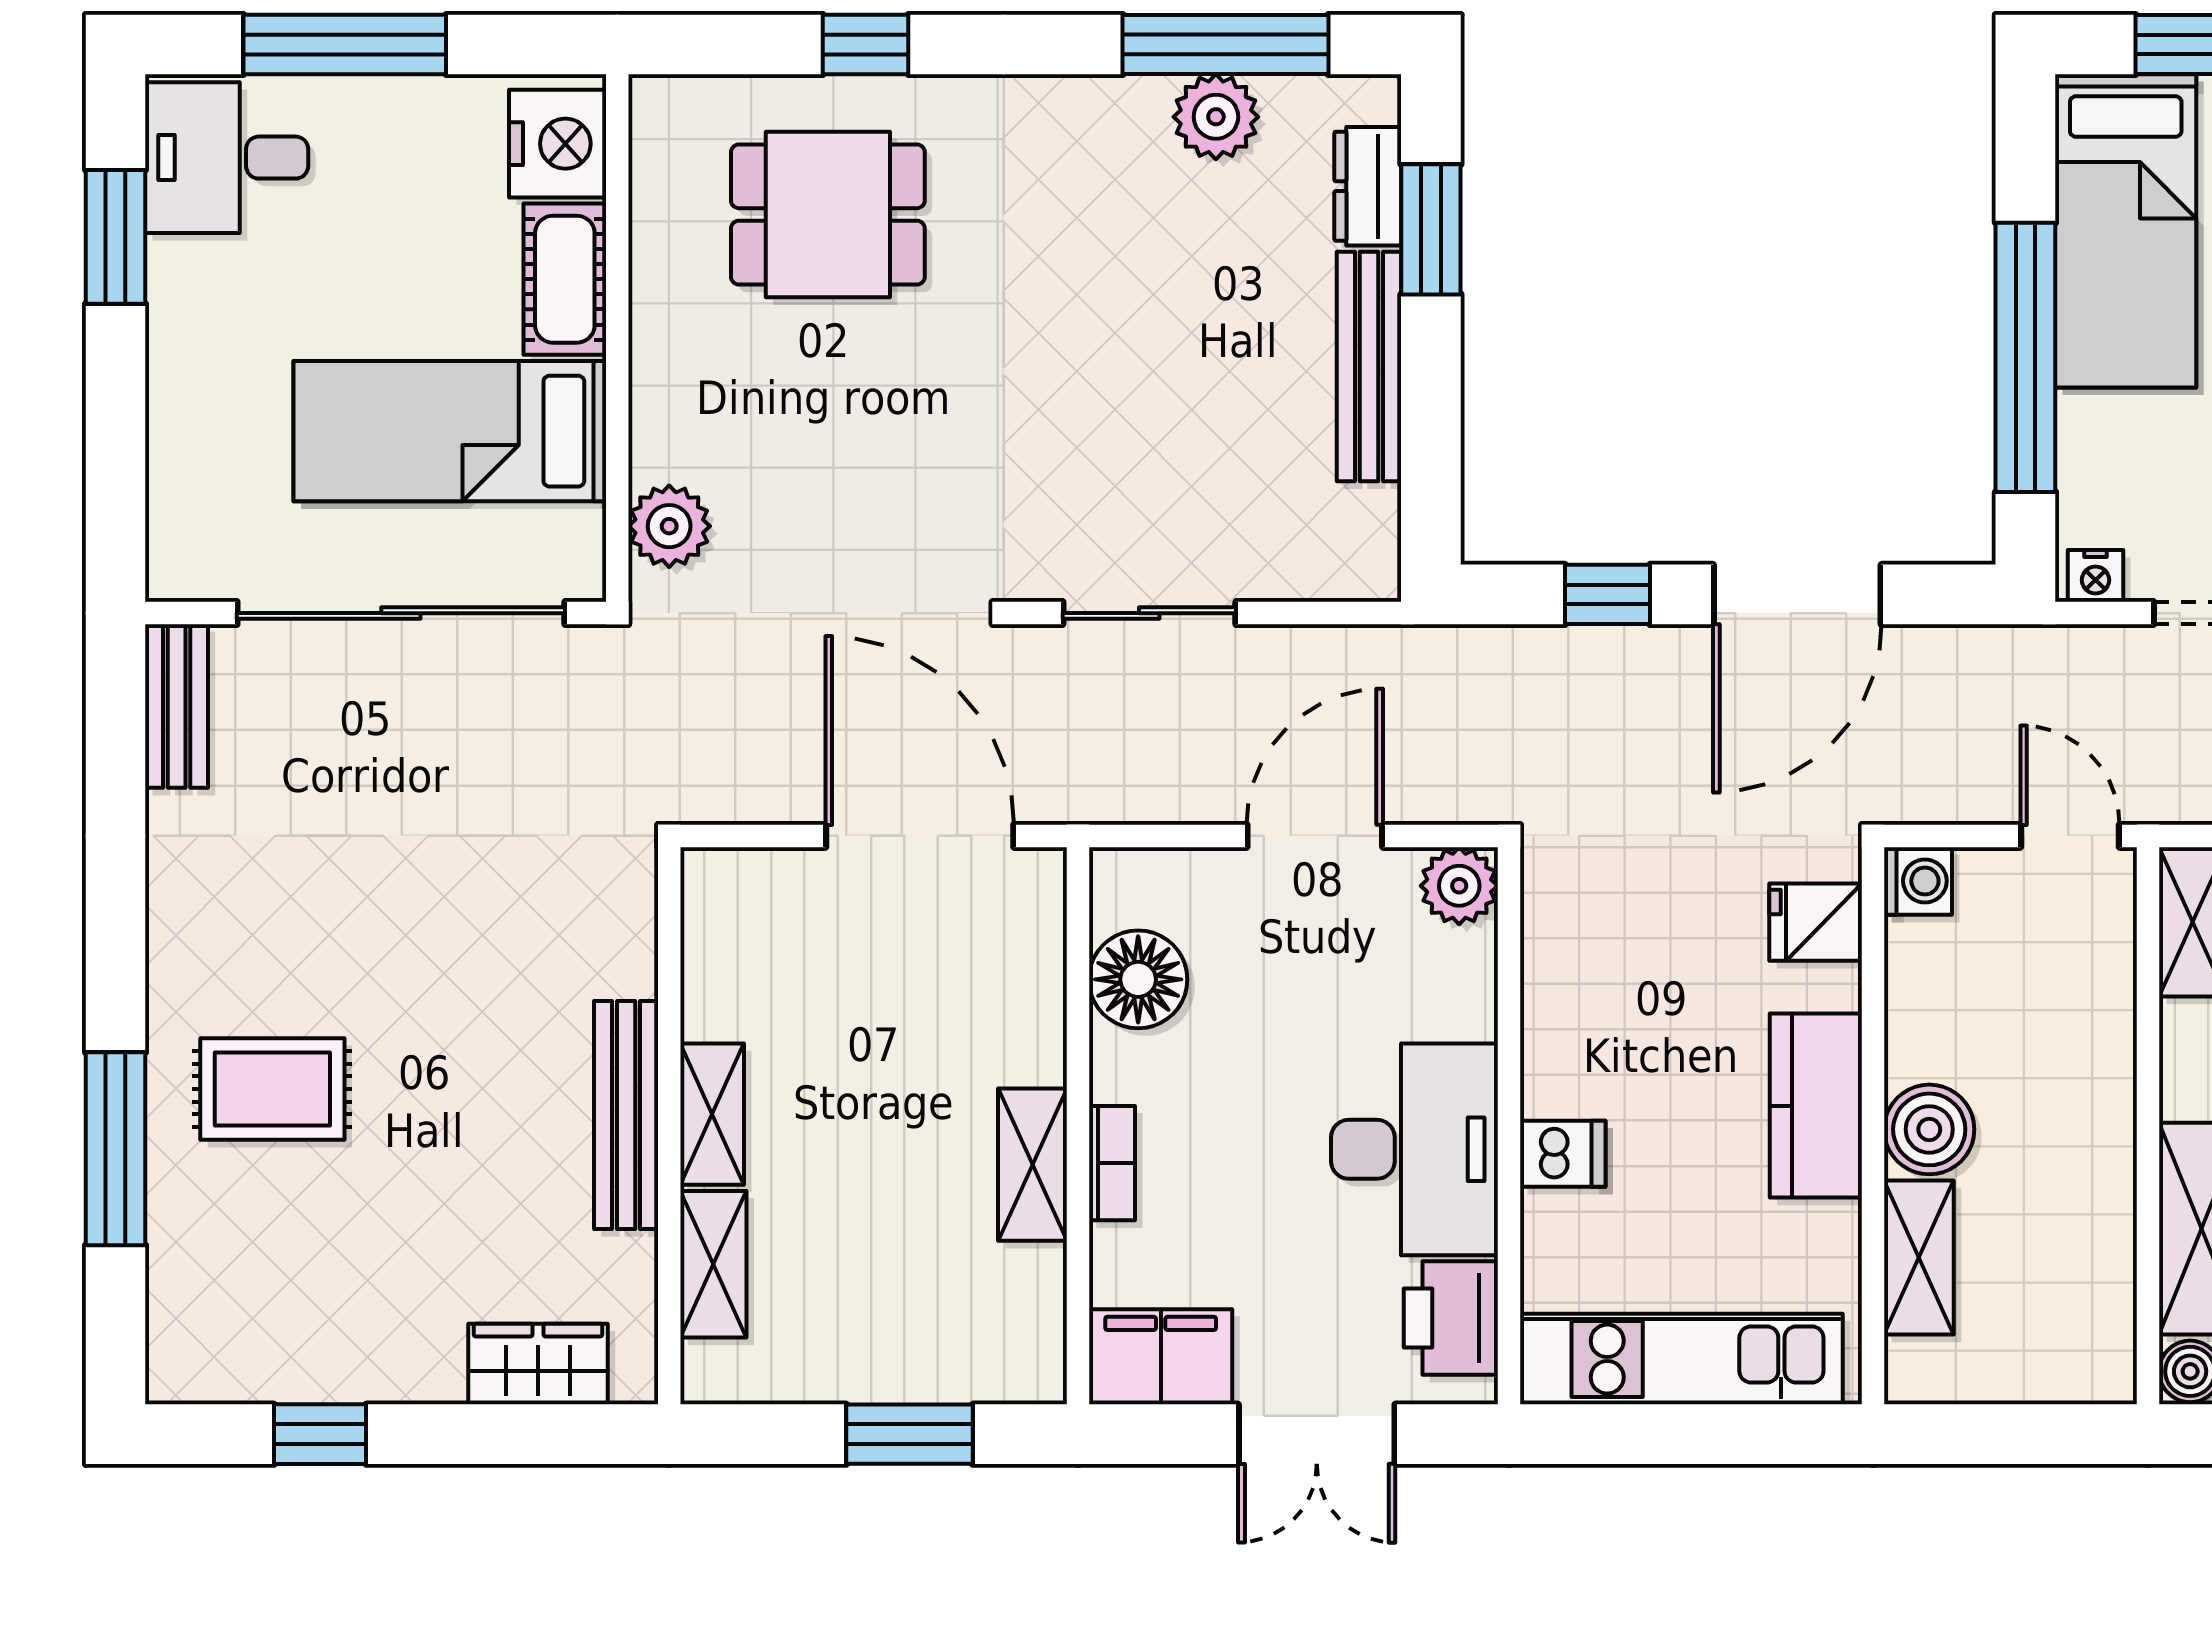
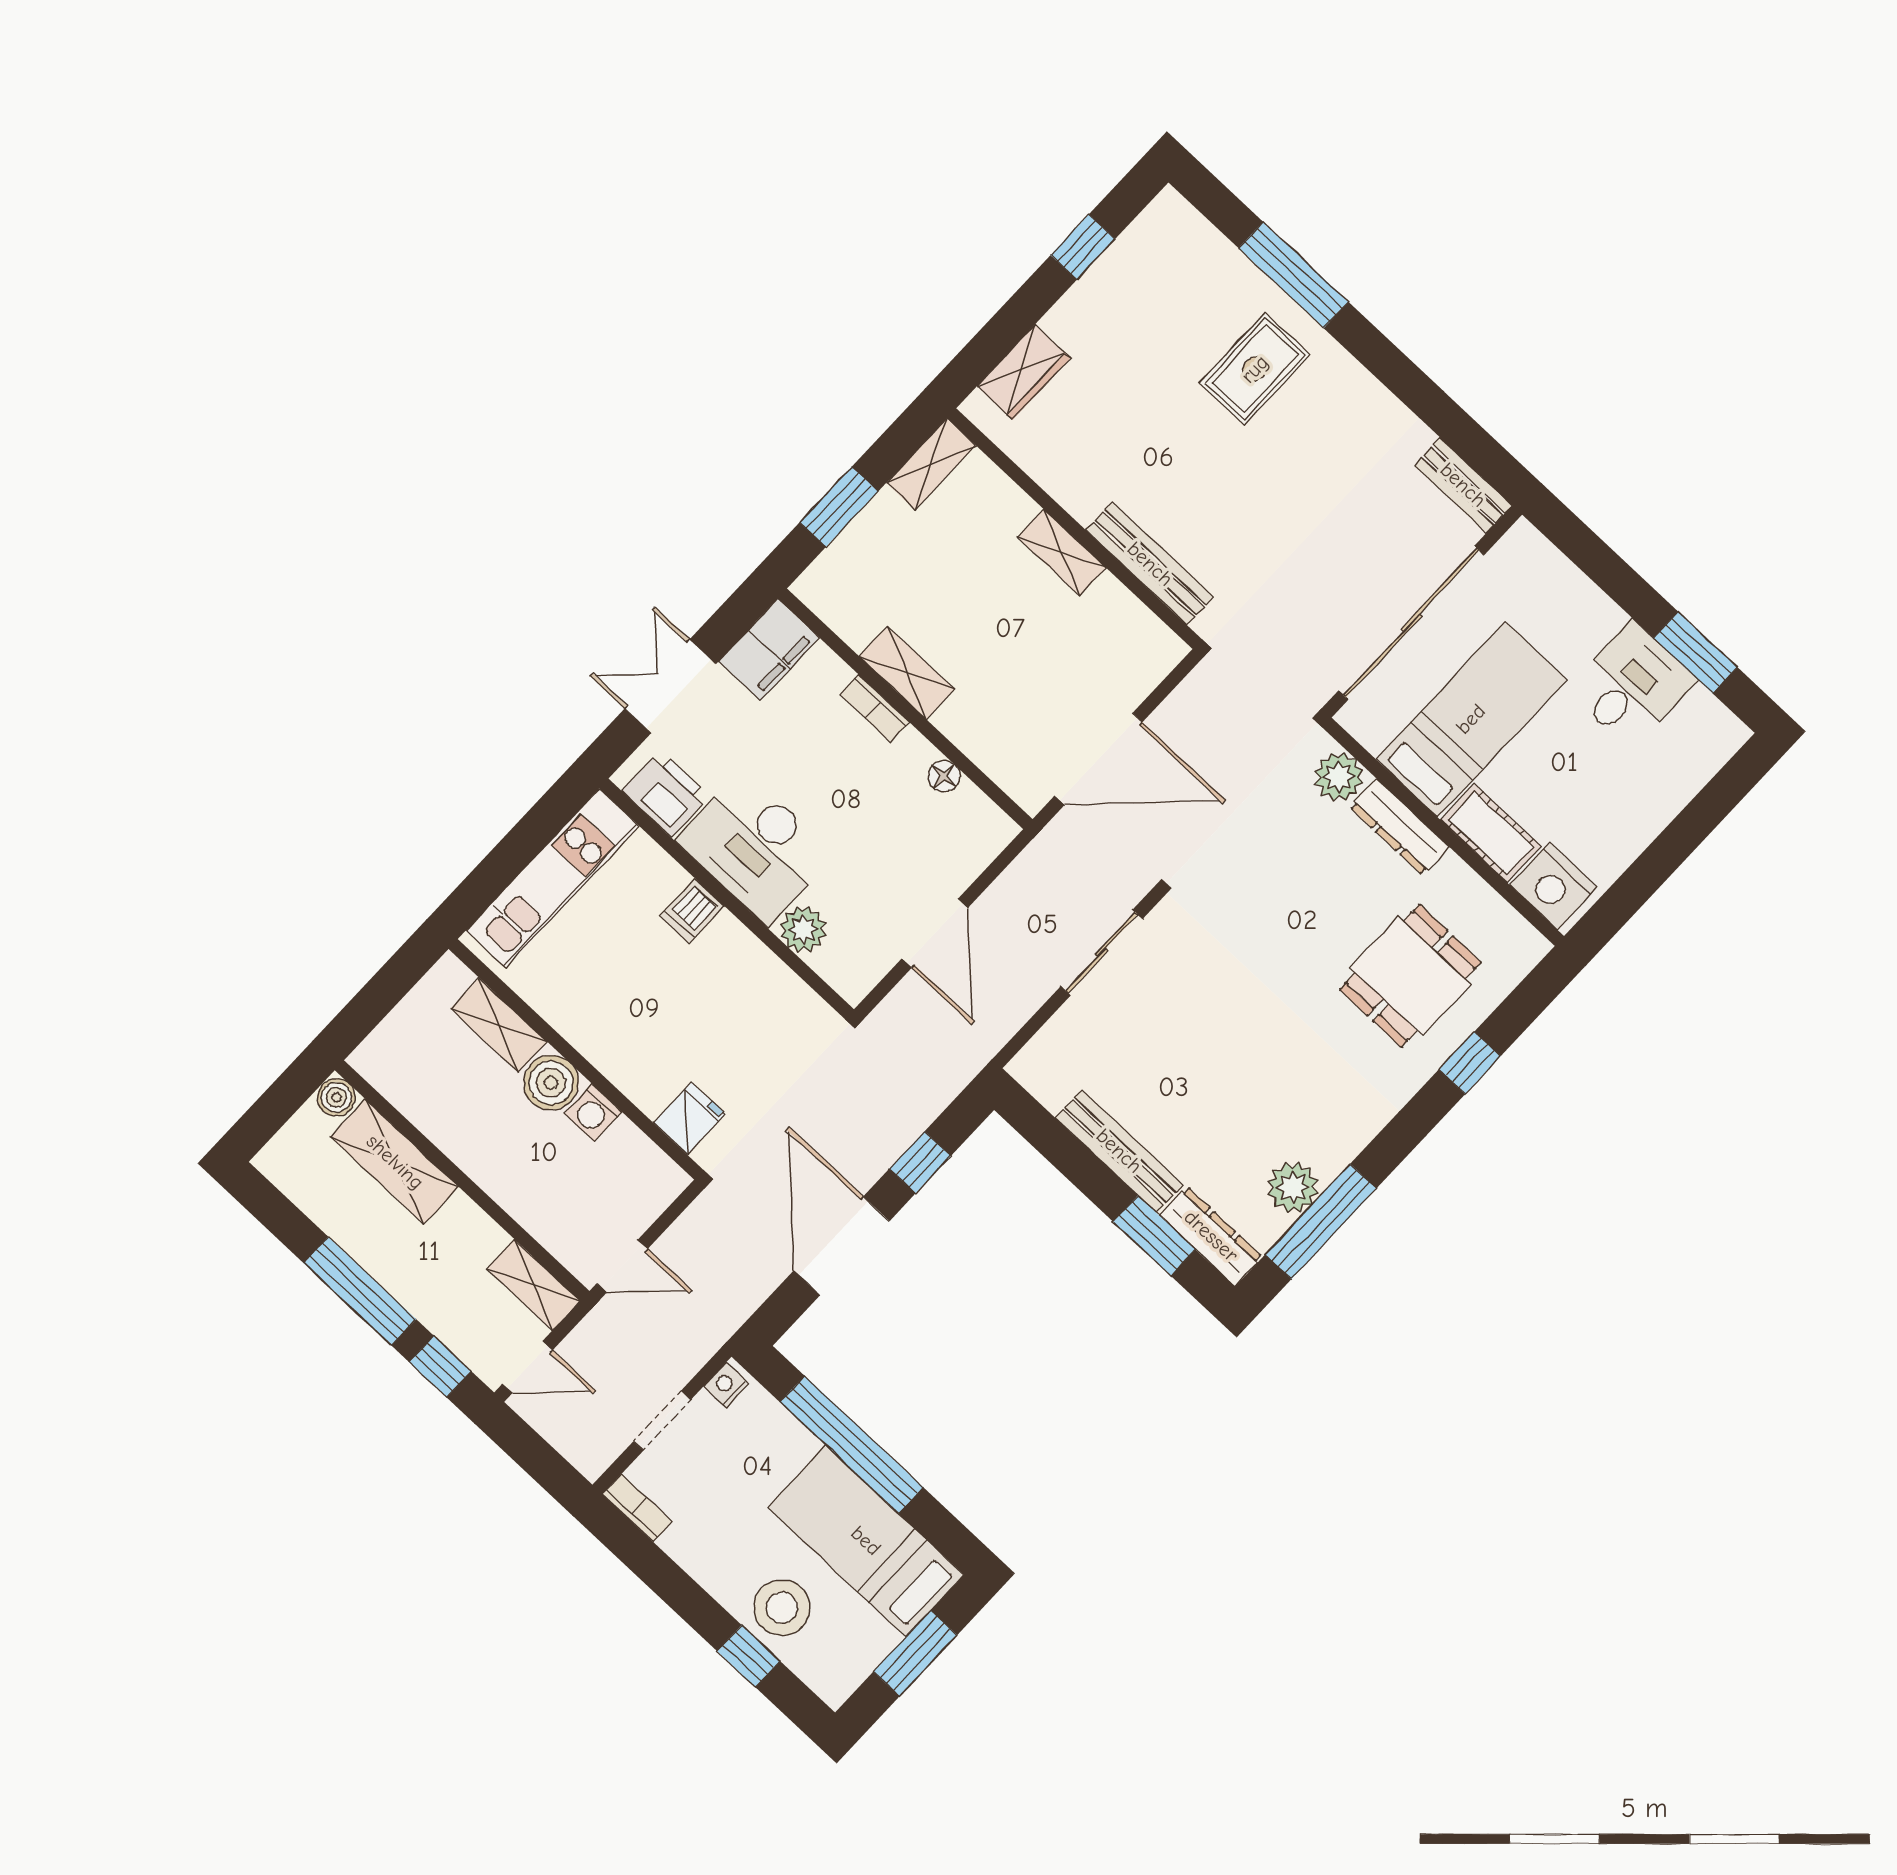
window: (345, 44) -> (1685, 833), removed
desk: (227, 158) -> (1632, 685), moved
dresser: (1368, 186) -> (1211, 1236), width x1.44
dresser: (661, 396) -> (1399, 827), added
washing machine: (1918, 881) -> (593, 1113), moved
plant: (1459, 886) -> (803, 929), moved
floor lamp: (1138, 979) -> (944, 776), width x0.53, depth x0.53
kitchen counter: (1816, 1106) -> (609, 1042), removed
bench: (626, 1115) -> (1150, 564), moved
shelving: (713, 1264) -> (931, 464), moved, turned 90

